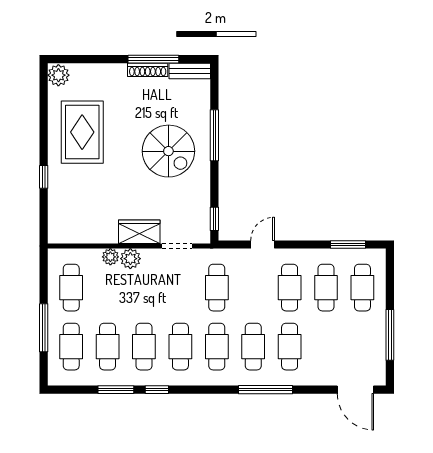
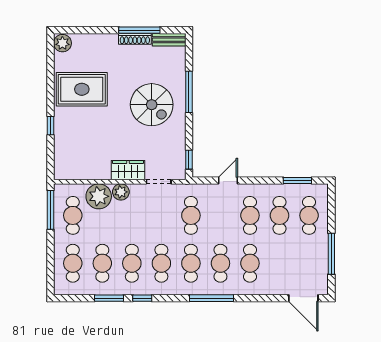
rug: (82, 132) -> (82, 89), turned 90
plant: (110, 257) -> (99, 196), width x1.87, depth x1.87
window: (44, 328) -> (50, 210), moved
window: (266, 390) -> (211, 298), moved

